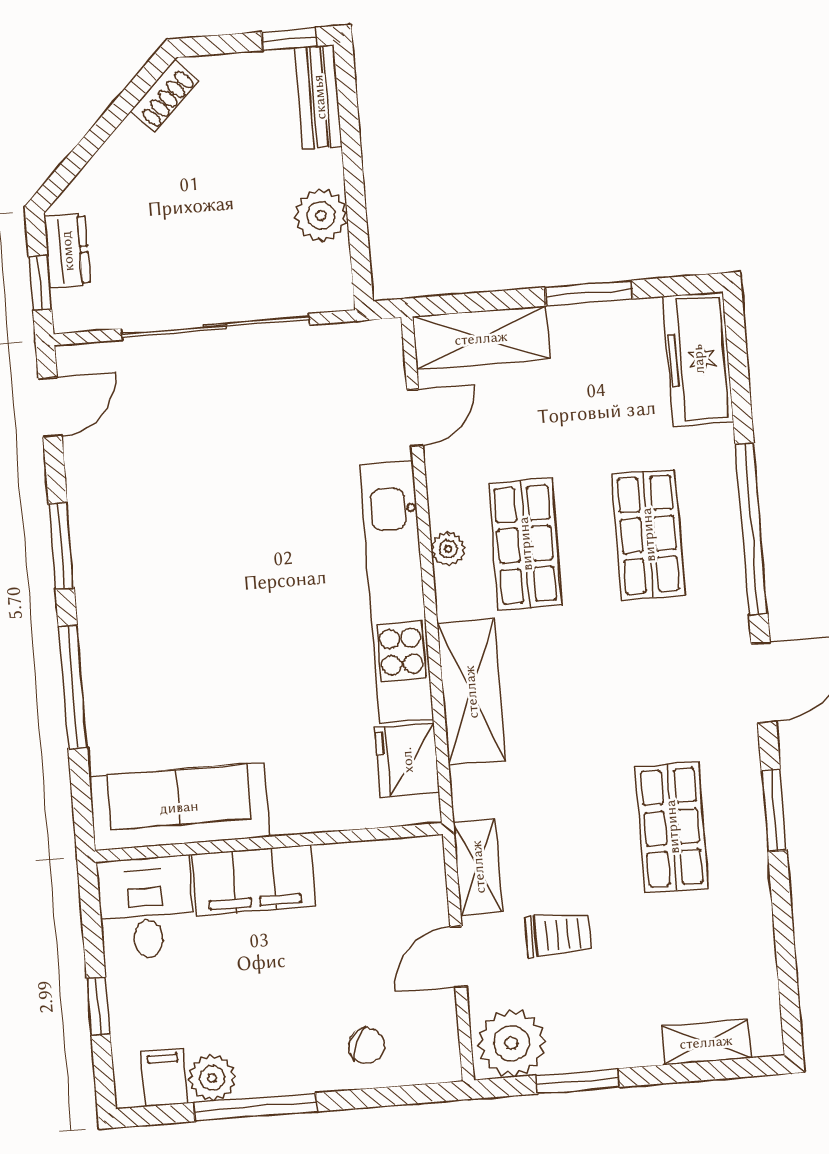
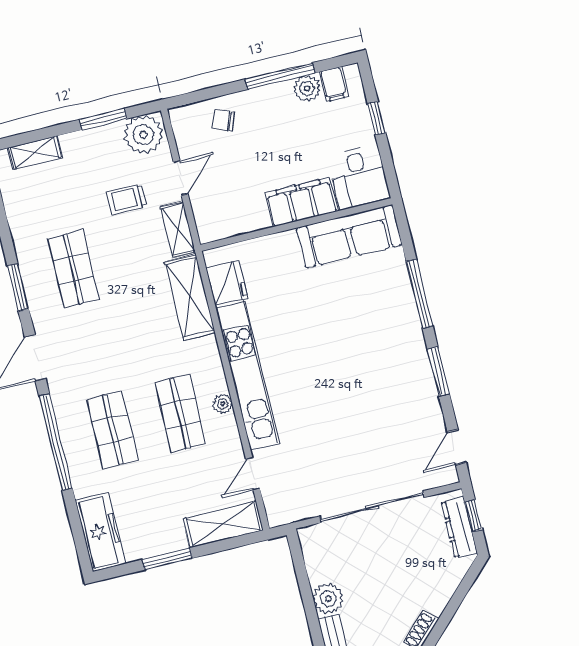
plant: (321, 216) -> (328, 599), moved
dresser: (67, 251) -> (459, 527), width x1.44
shelving: (471, 692) -> (190, 297), moved

